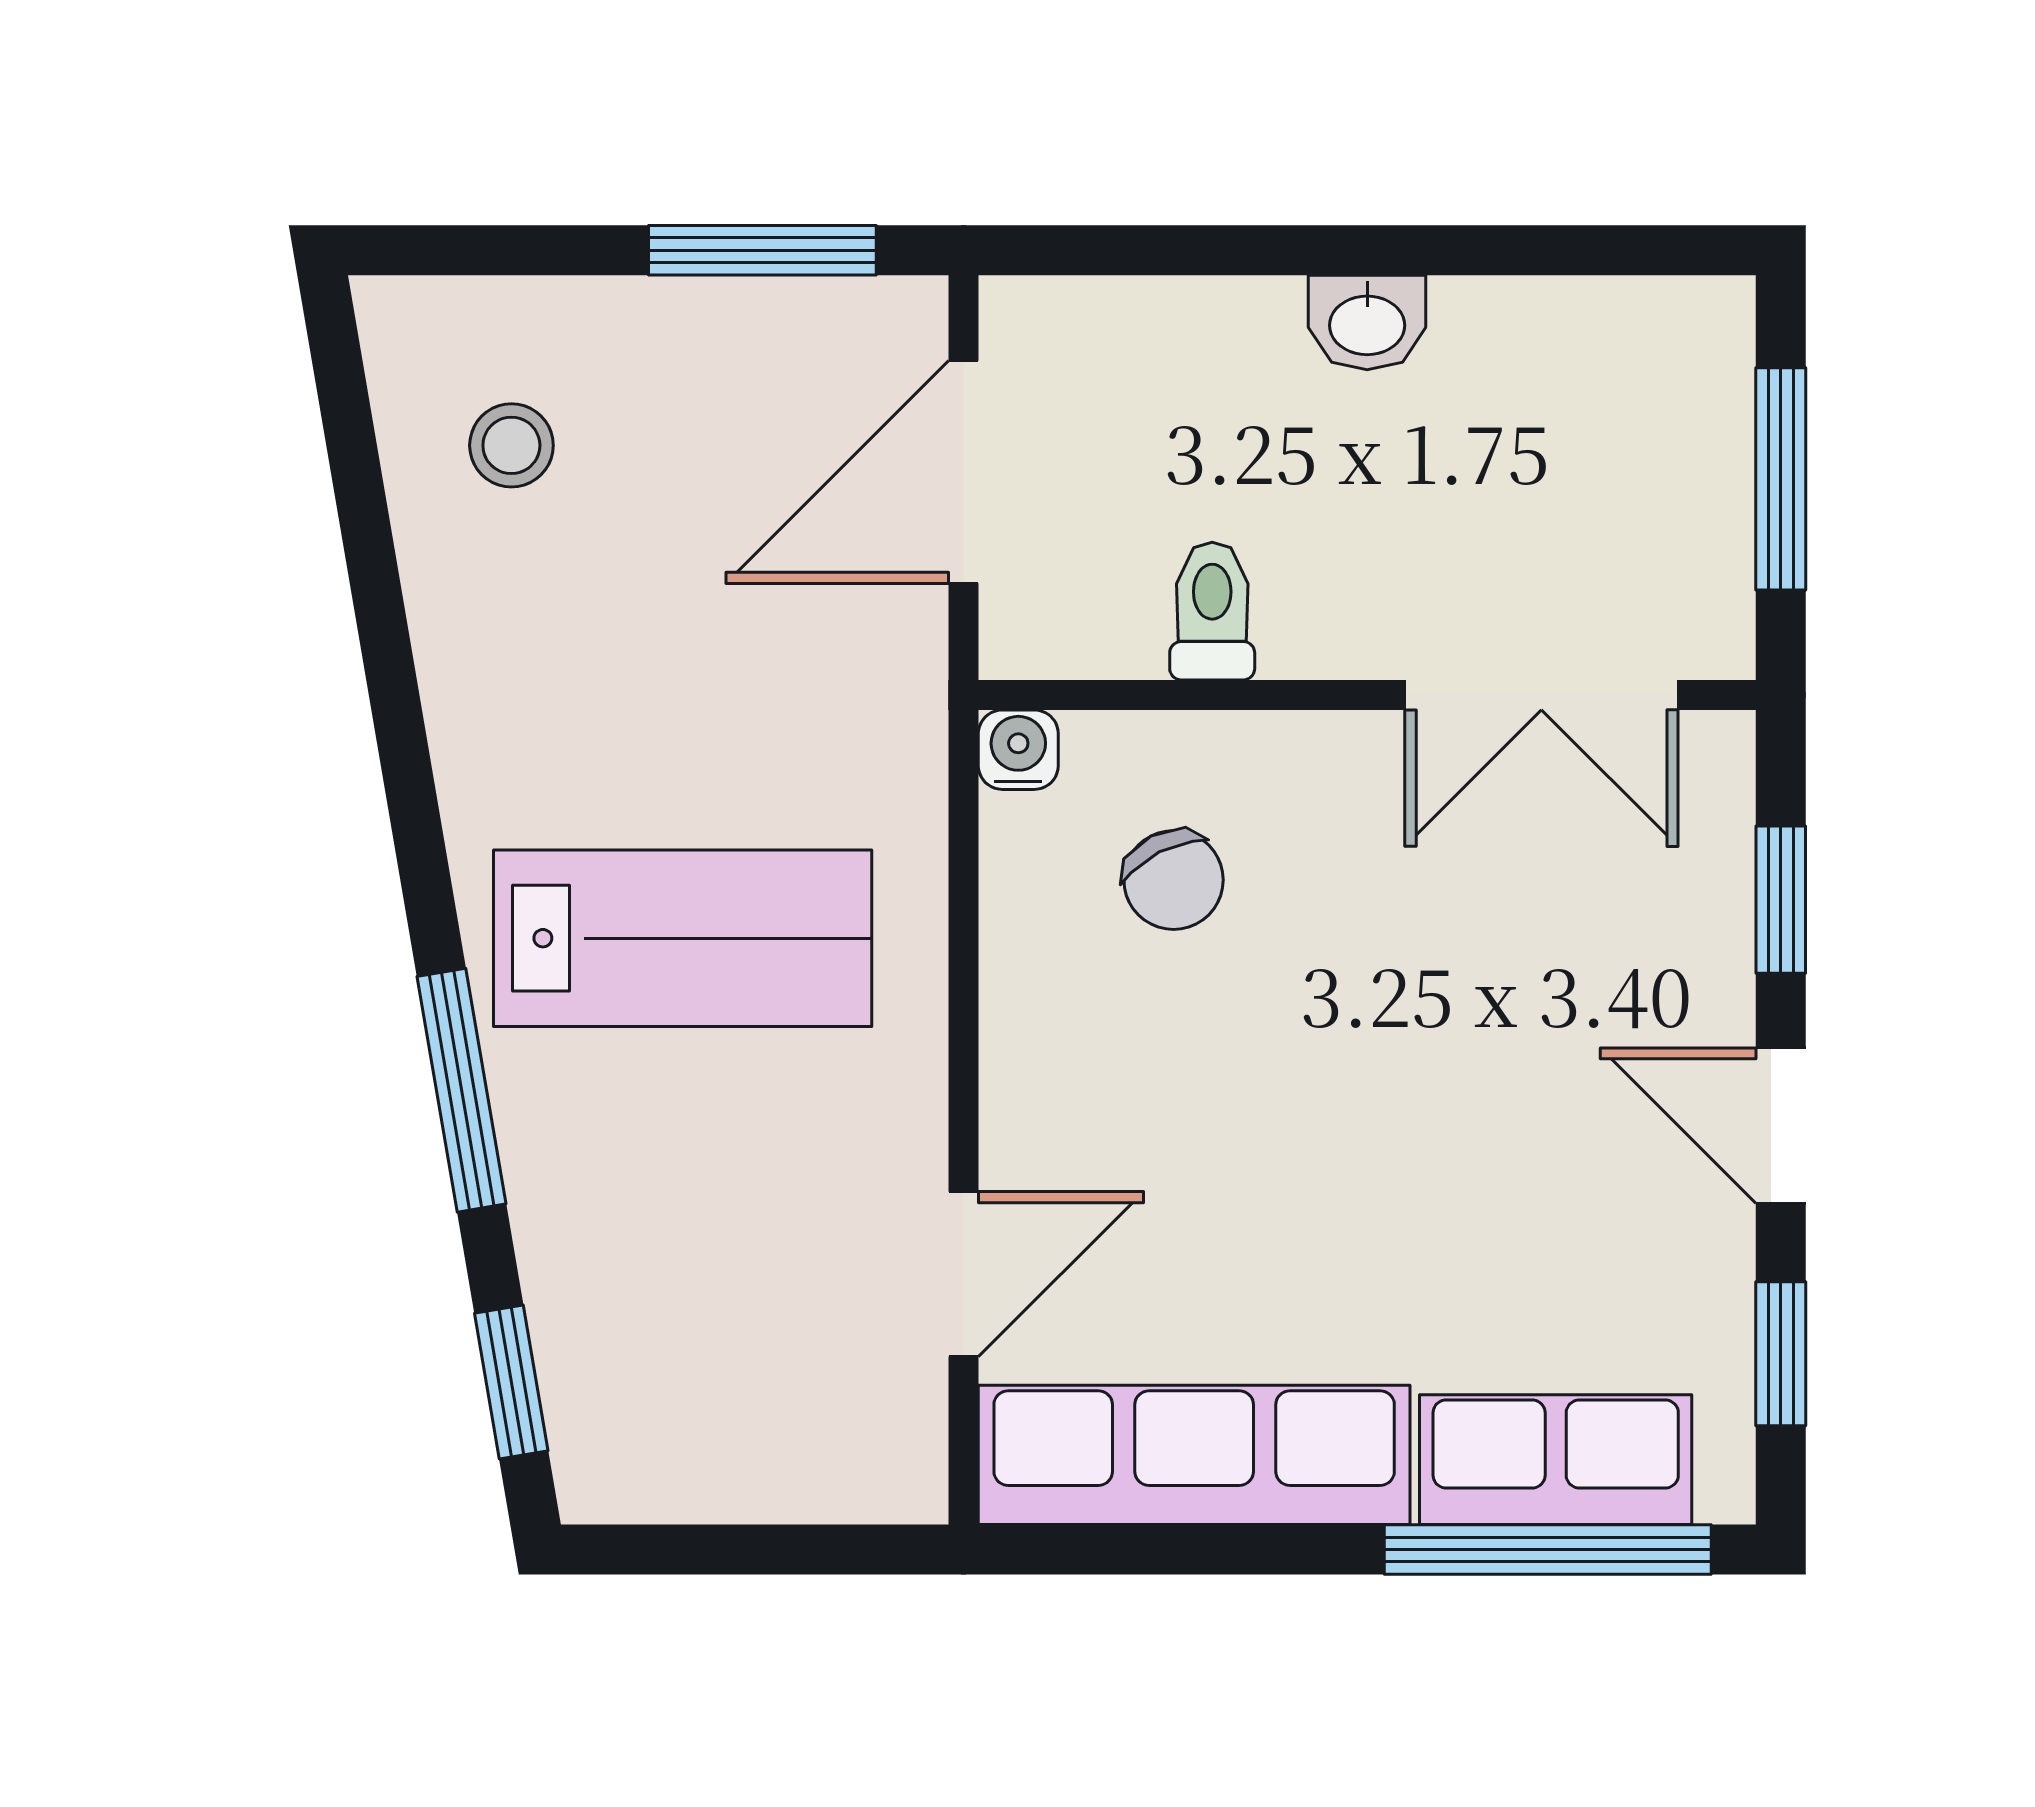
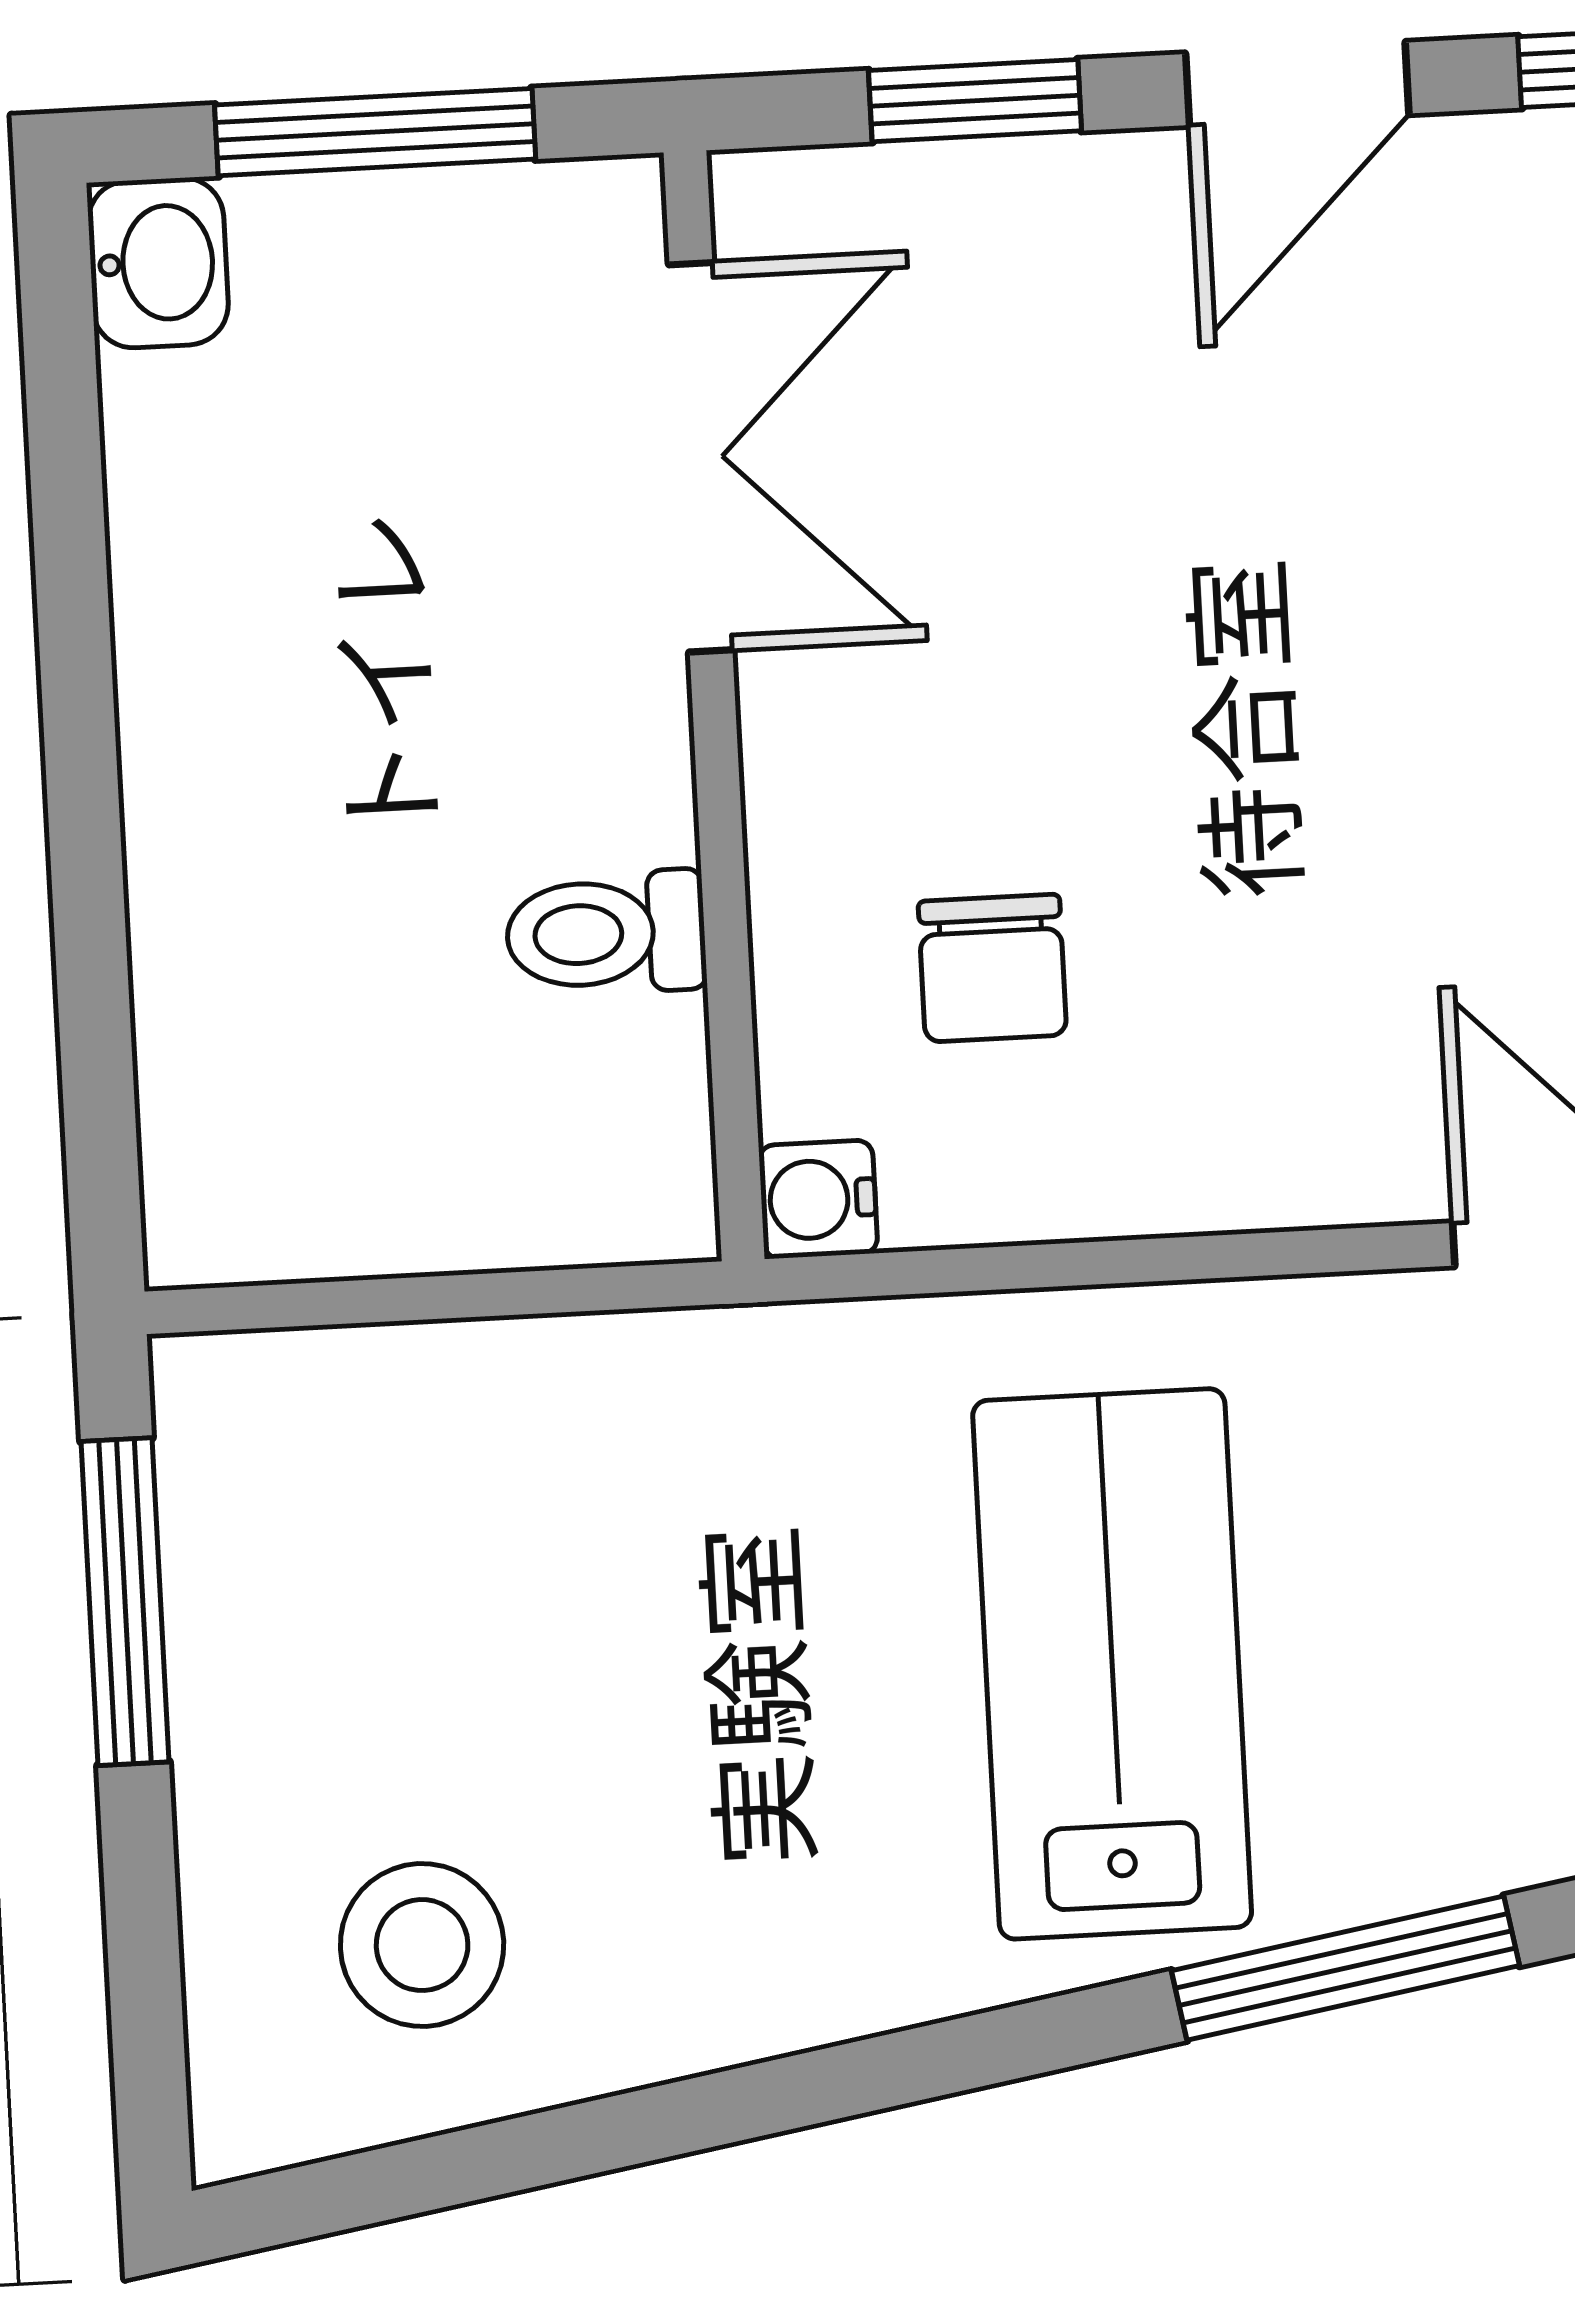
washbasin: (1367, 323) -> (158, 263), moved
stool: (511, 445) -> (422, 1945), width x1.37, depth x1.37
door: (964, 472) -> (426, 1298), removed
chair: (1174, 880) -> (992, 968), turned 117

